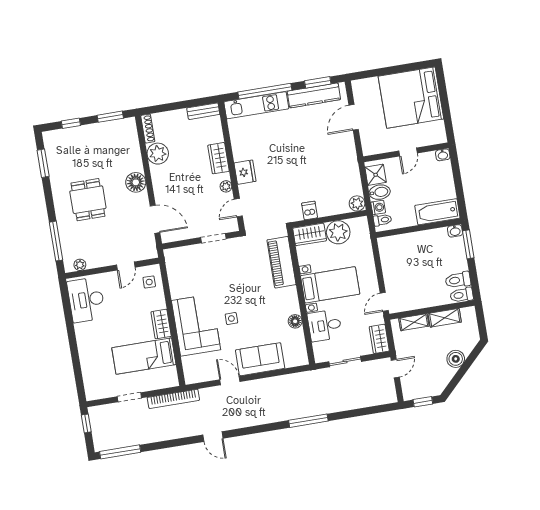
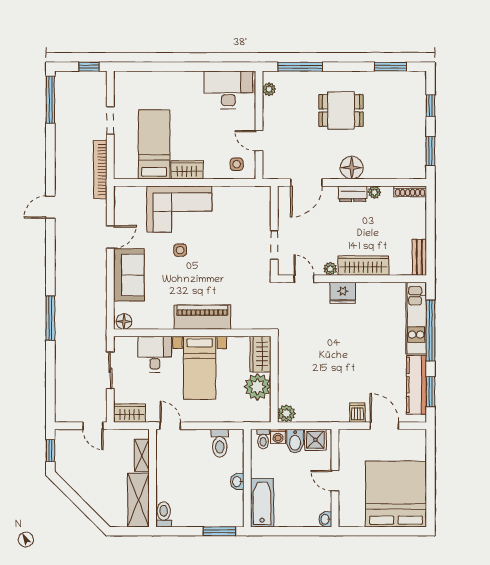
plant: (158, 154) -> (374, 192), width x0.53, depth x0.53
wardrobe: (219, 158) -> (363, 266), width x1.50
dresser: (158, 178) -> (353, 194), added
dishwasher: (310, 210) -> (358, 412), moved, turned -90
washbasin: (455, 231) -> (237, 482), moved
piano: (281, 262) -> (202, 317), moved
toilet: (458, 280) -> (220, 443), moved, turned 180
shelving: (445, 318) -> (138, 500), width x1.50, depth x1.33
floor lamp: (295, 321) -> (124, 322), moved
boiler: (456, 359) -> (93, 496), removed

